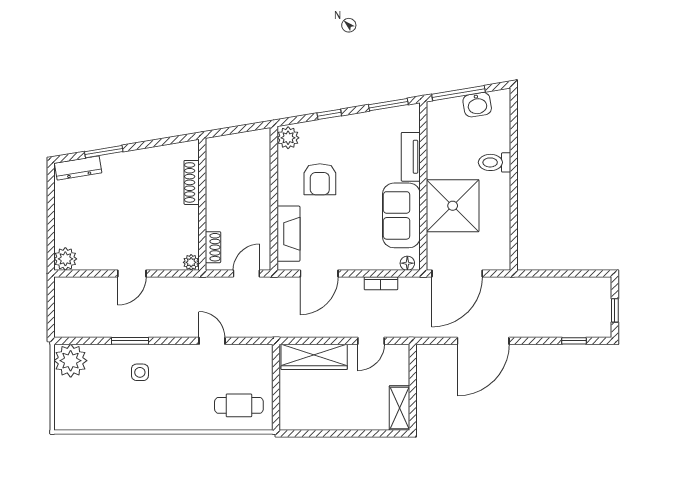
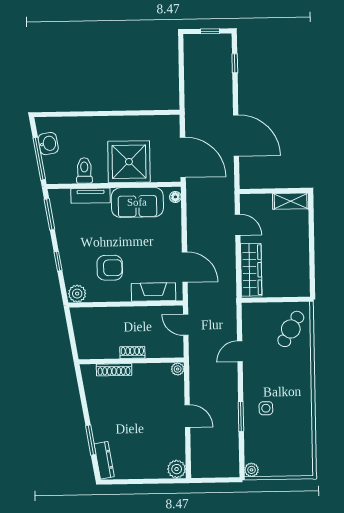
toilet: (495, 162) -> (84, 171), moved, turned 180
shoe rack: (213, 247) -> (132, 352), moved
bookcase: (381, 283) -> (192, 218), removed
plant: (71, 361) -> (252, 470), width x0.53, depth x0.53
cafe table: (239, 405) -> (291, 329), turned 30

